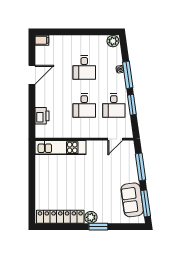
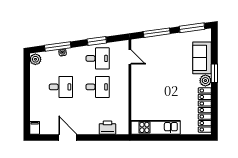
window: (128, 75) -> (58, 46), moved
kitchen unit: (61, 148) -> (156, 127), moved, turned -90
sofa: (132, 200) -> (202, 58), moved, turned 98

